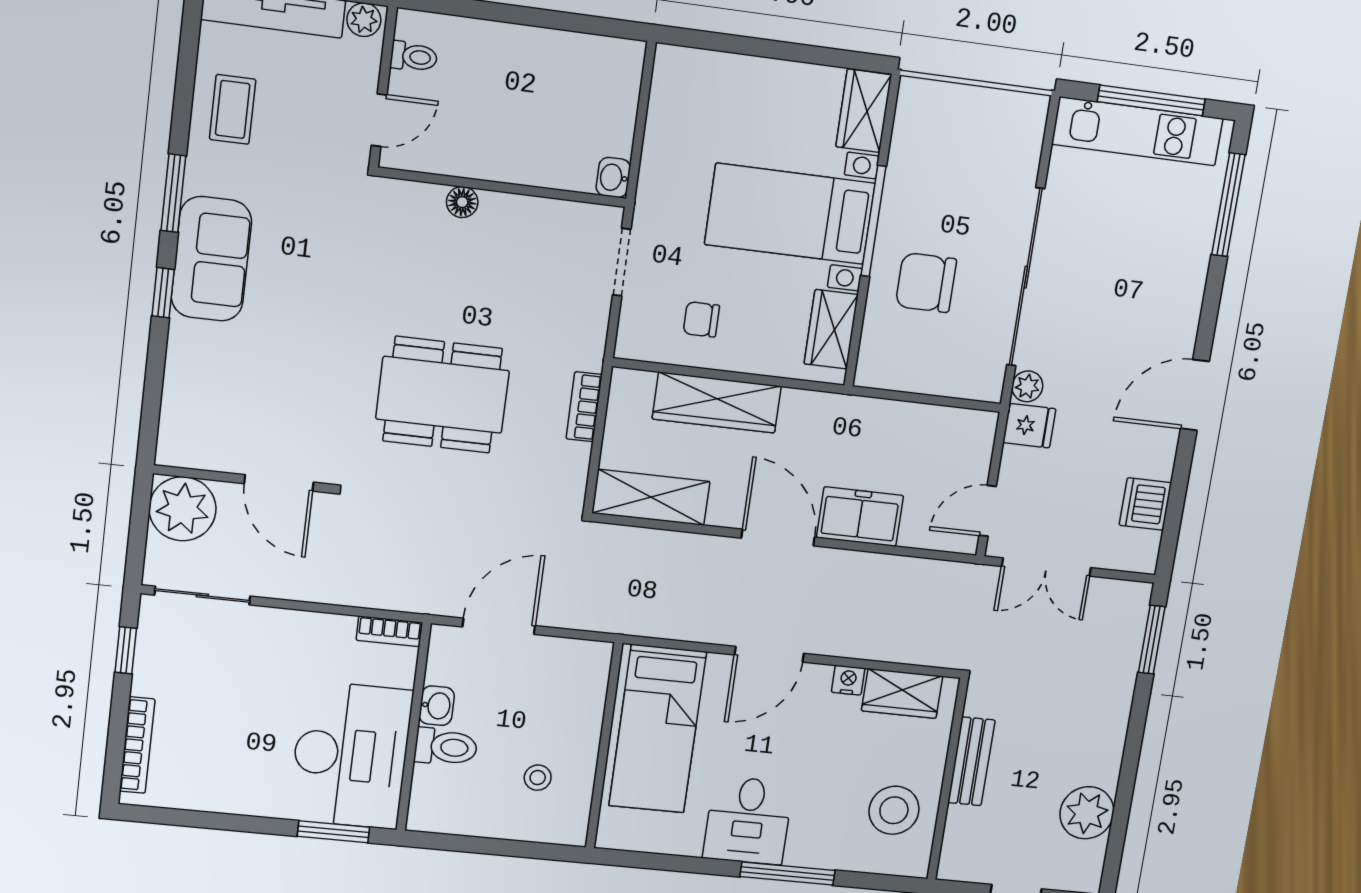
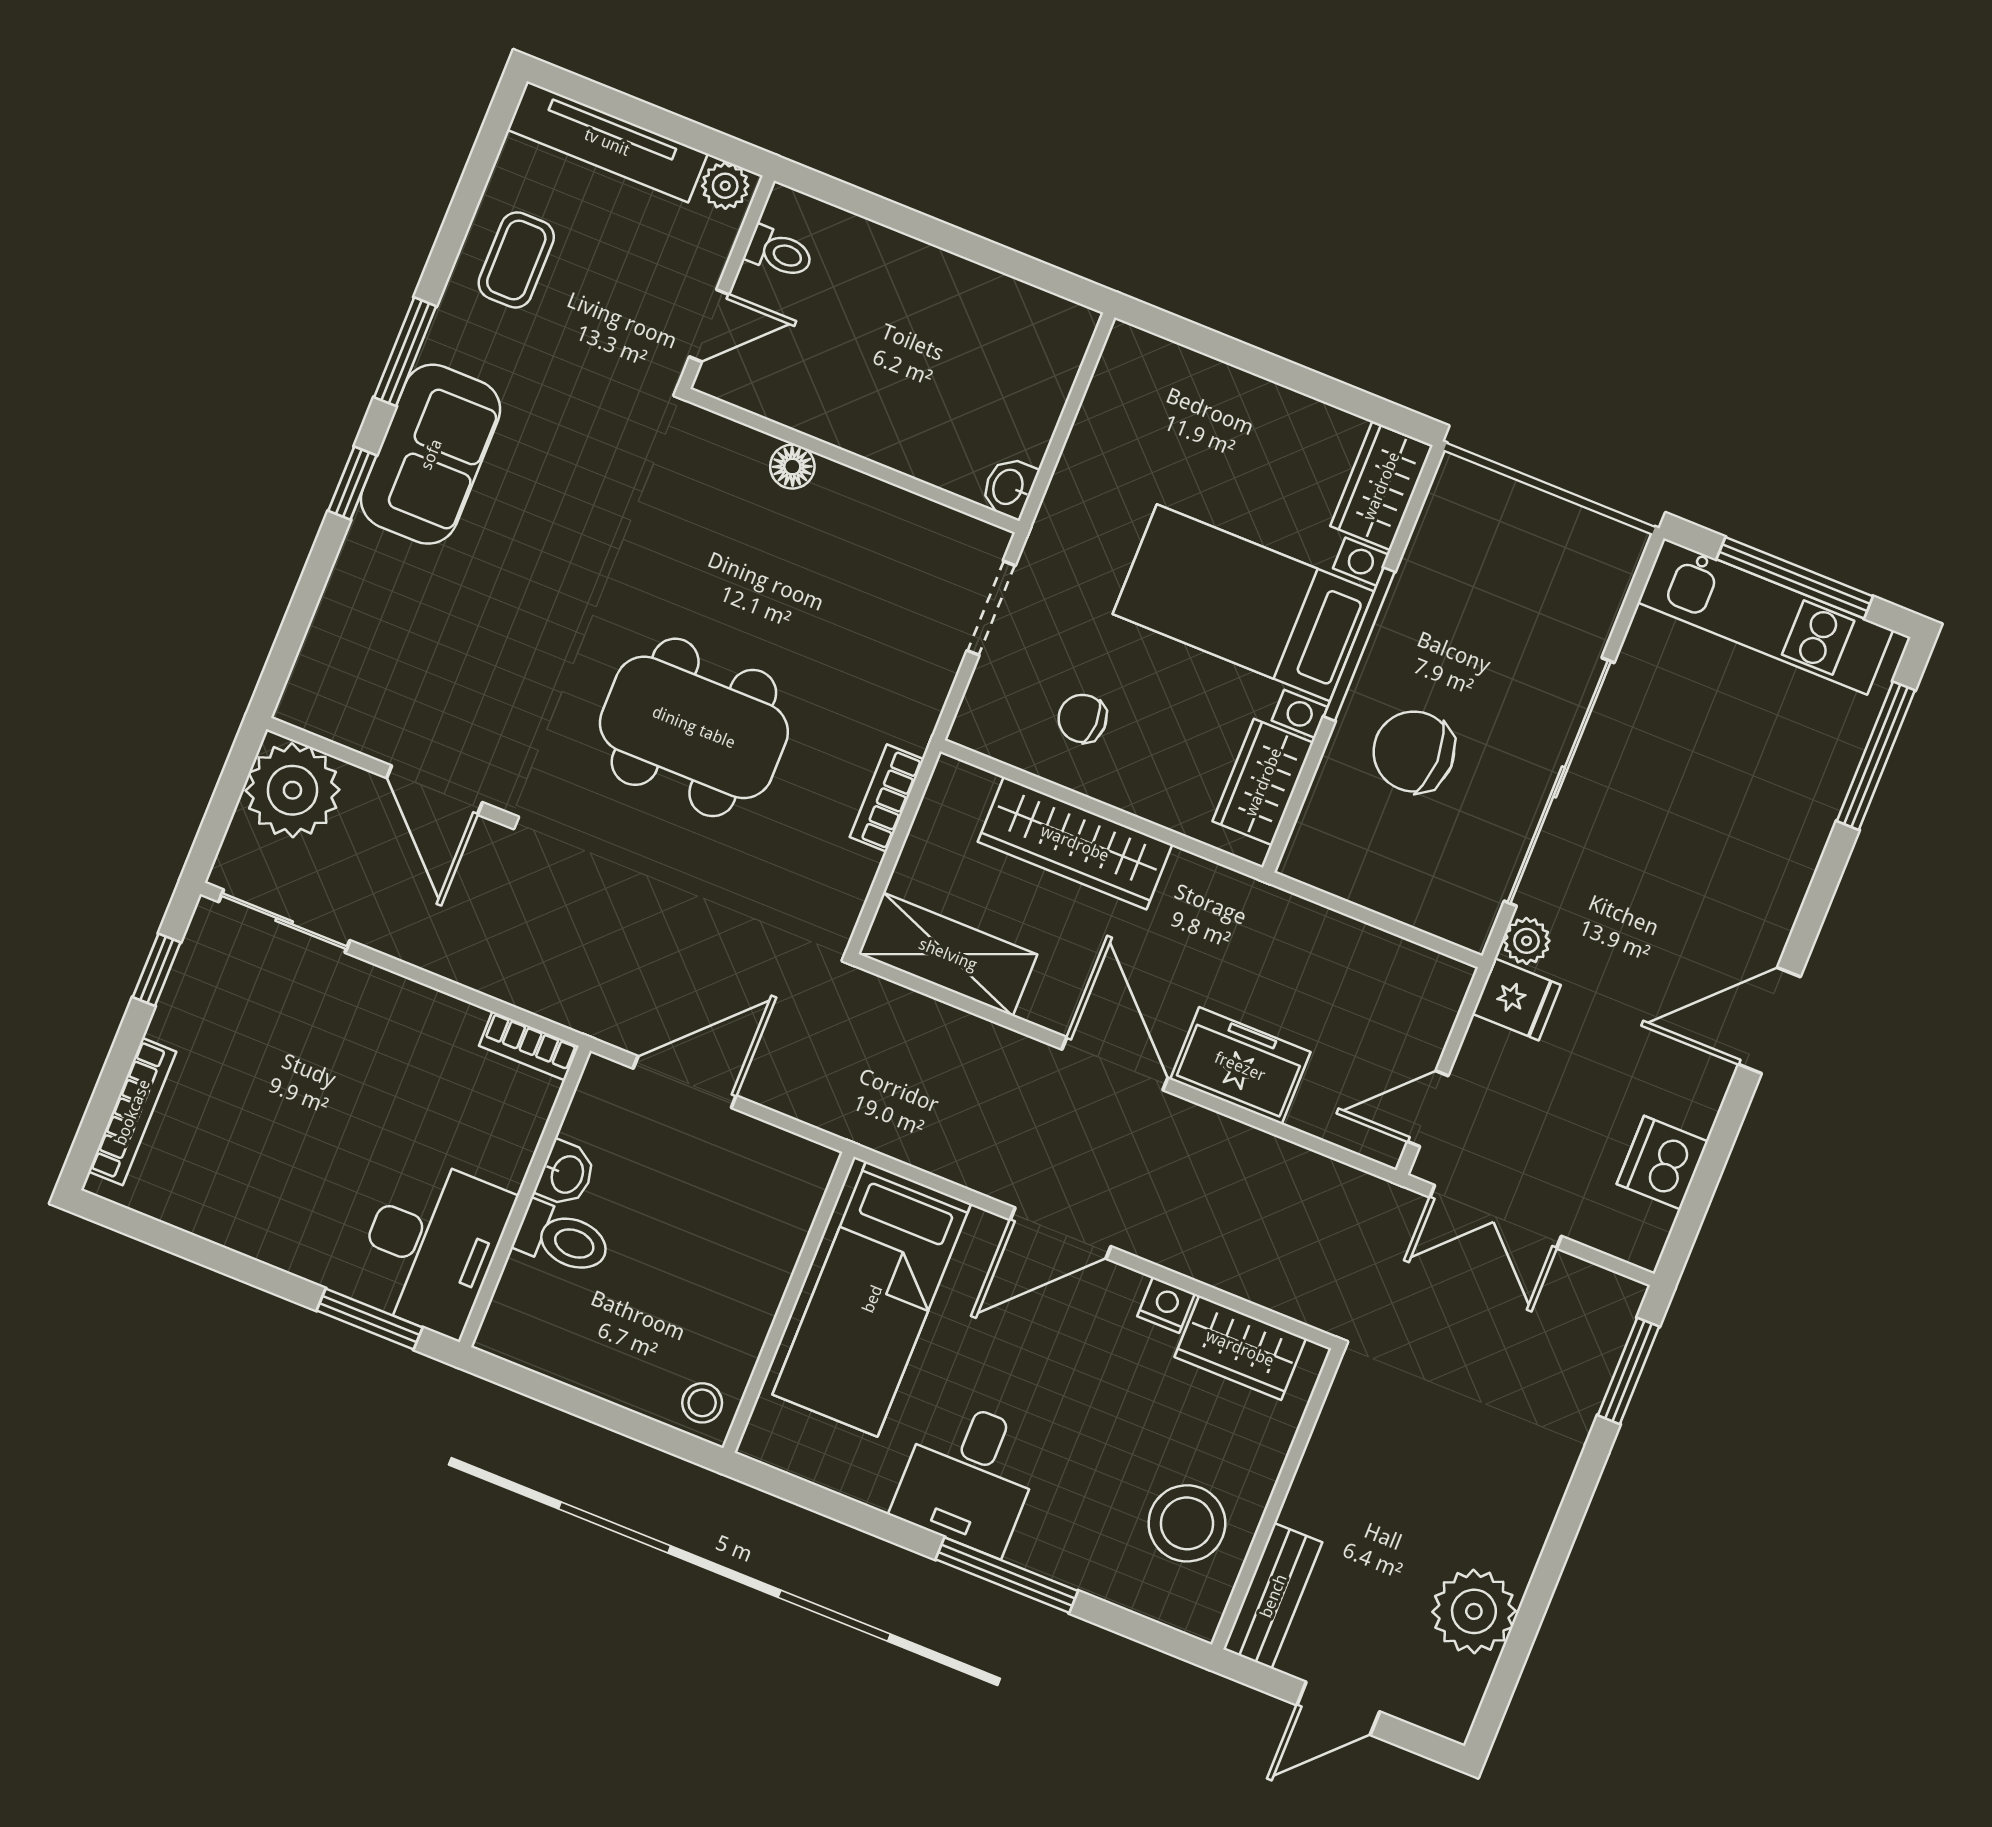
desk: (351, 755) -> (432, 1246), width x0.73, depth x0.77
bench: (971, 761) -> (1273, 1596), moved
stool: (538, 778) -> (702, 1403), moved

